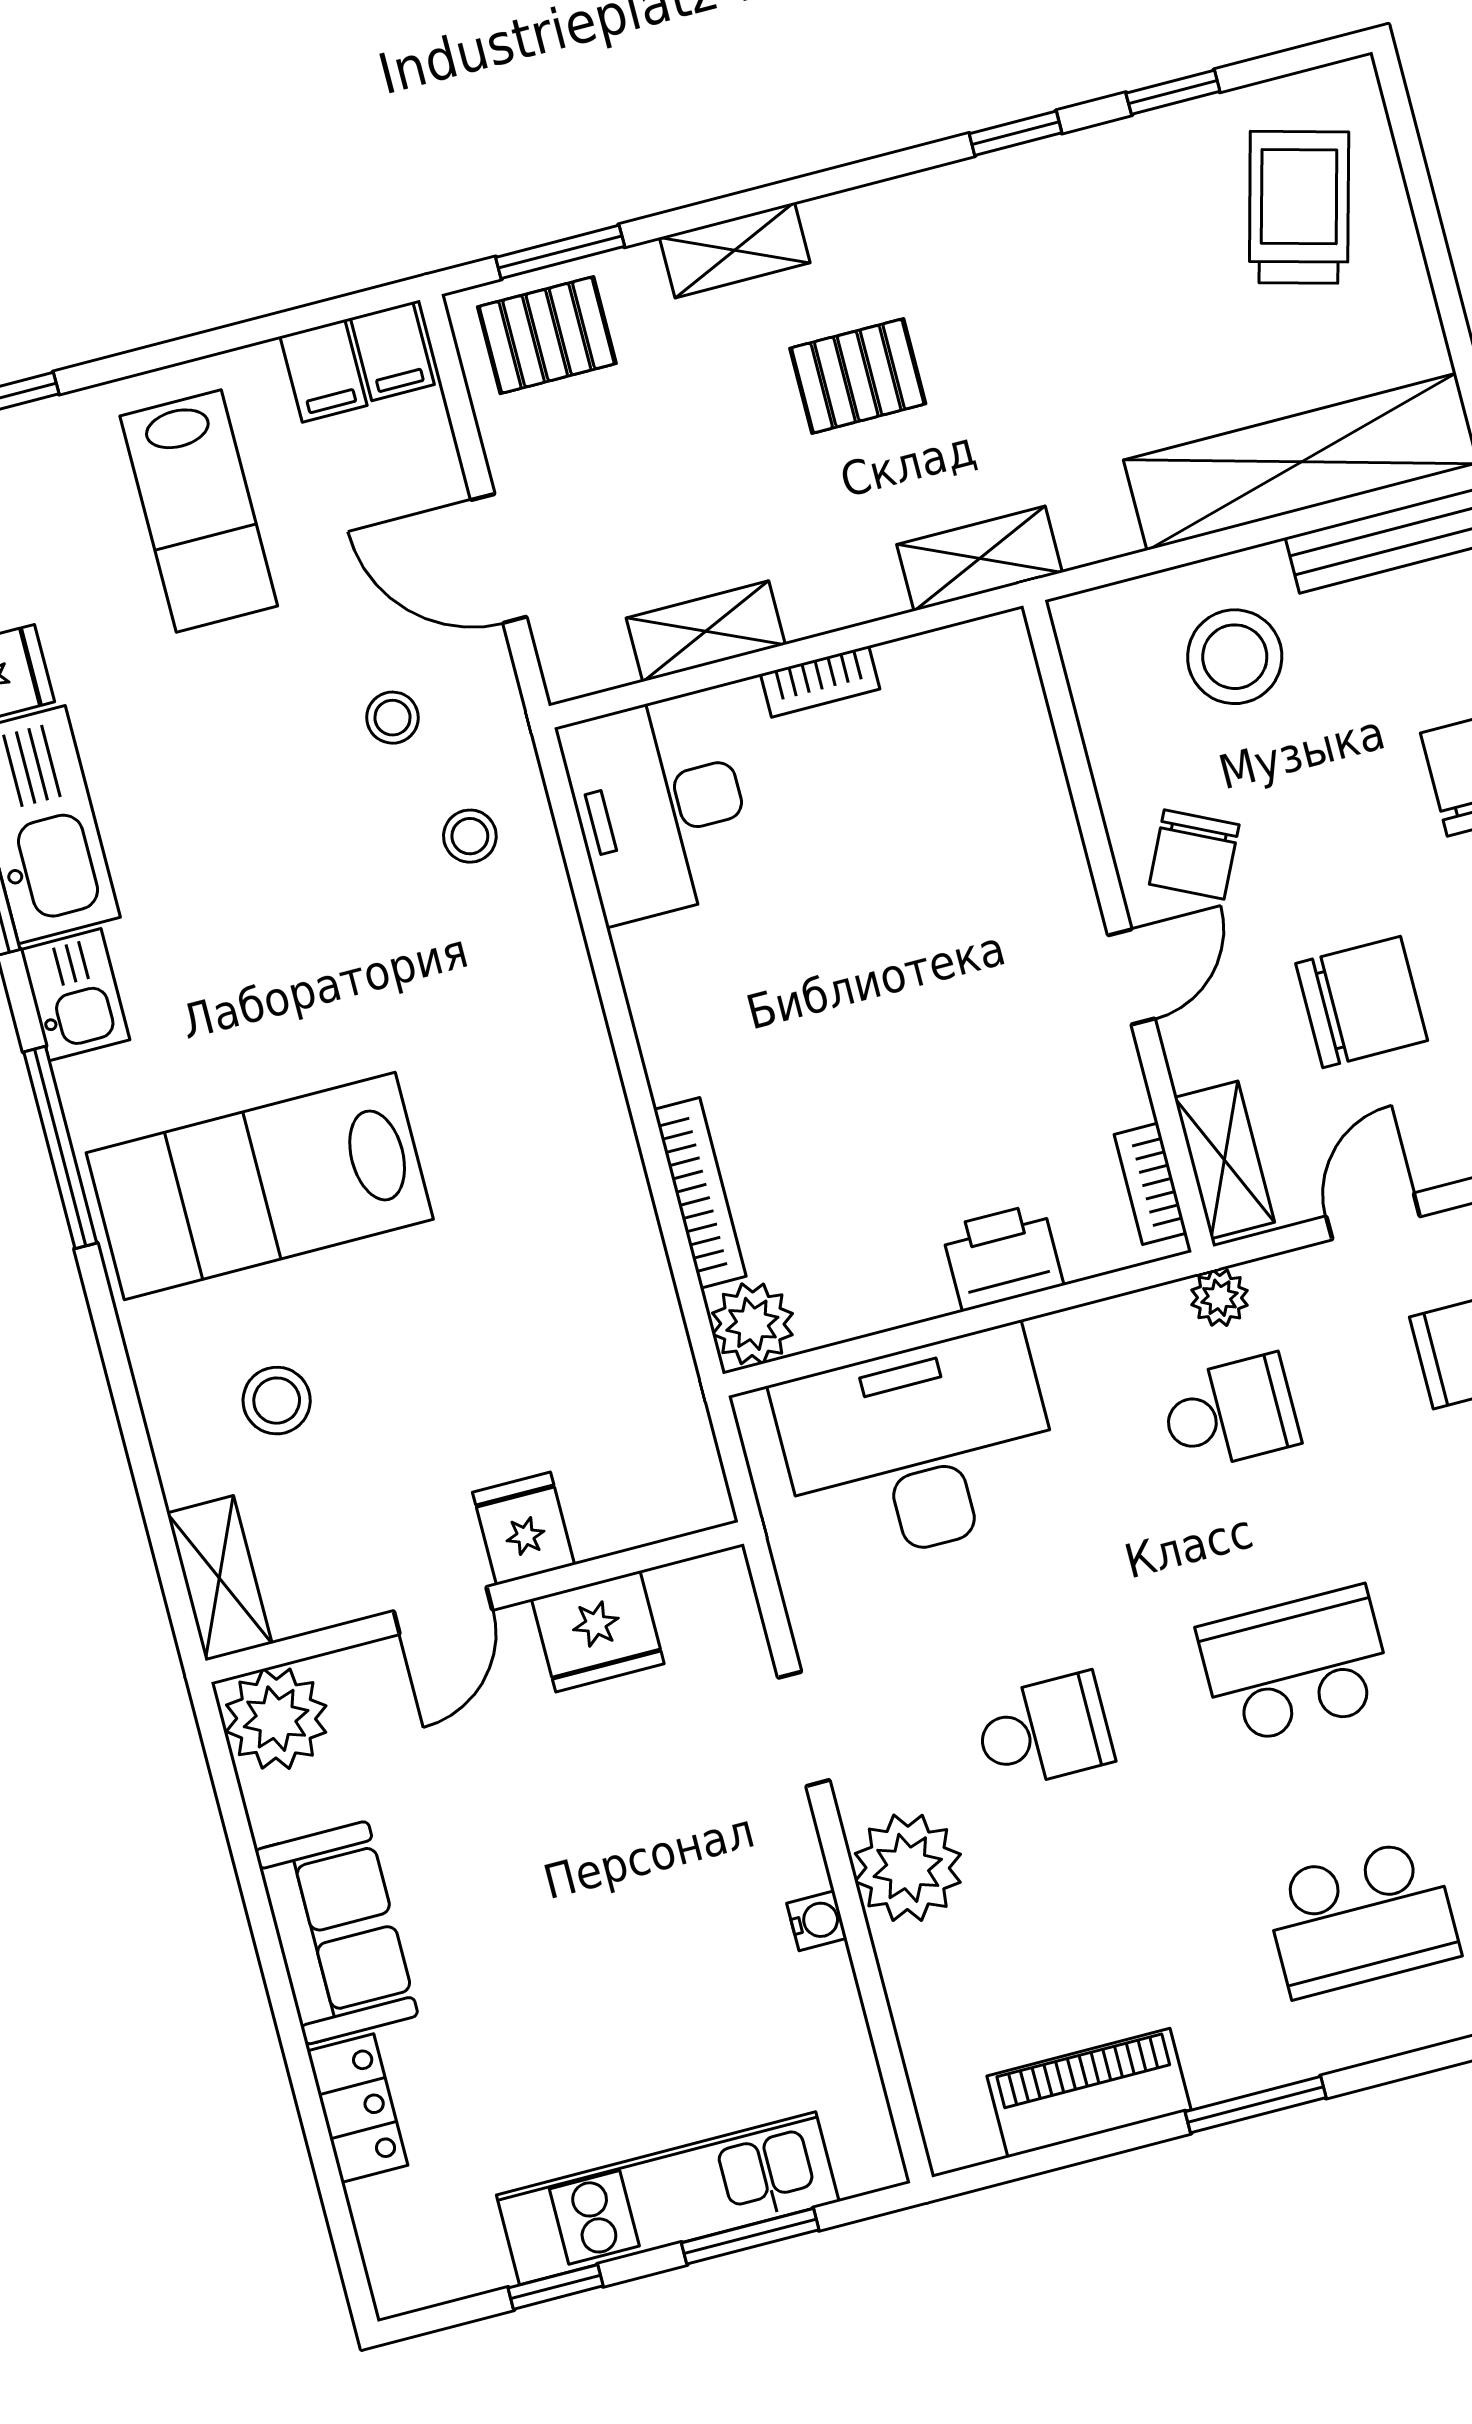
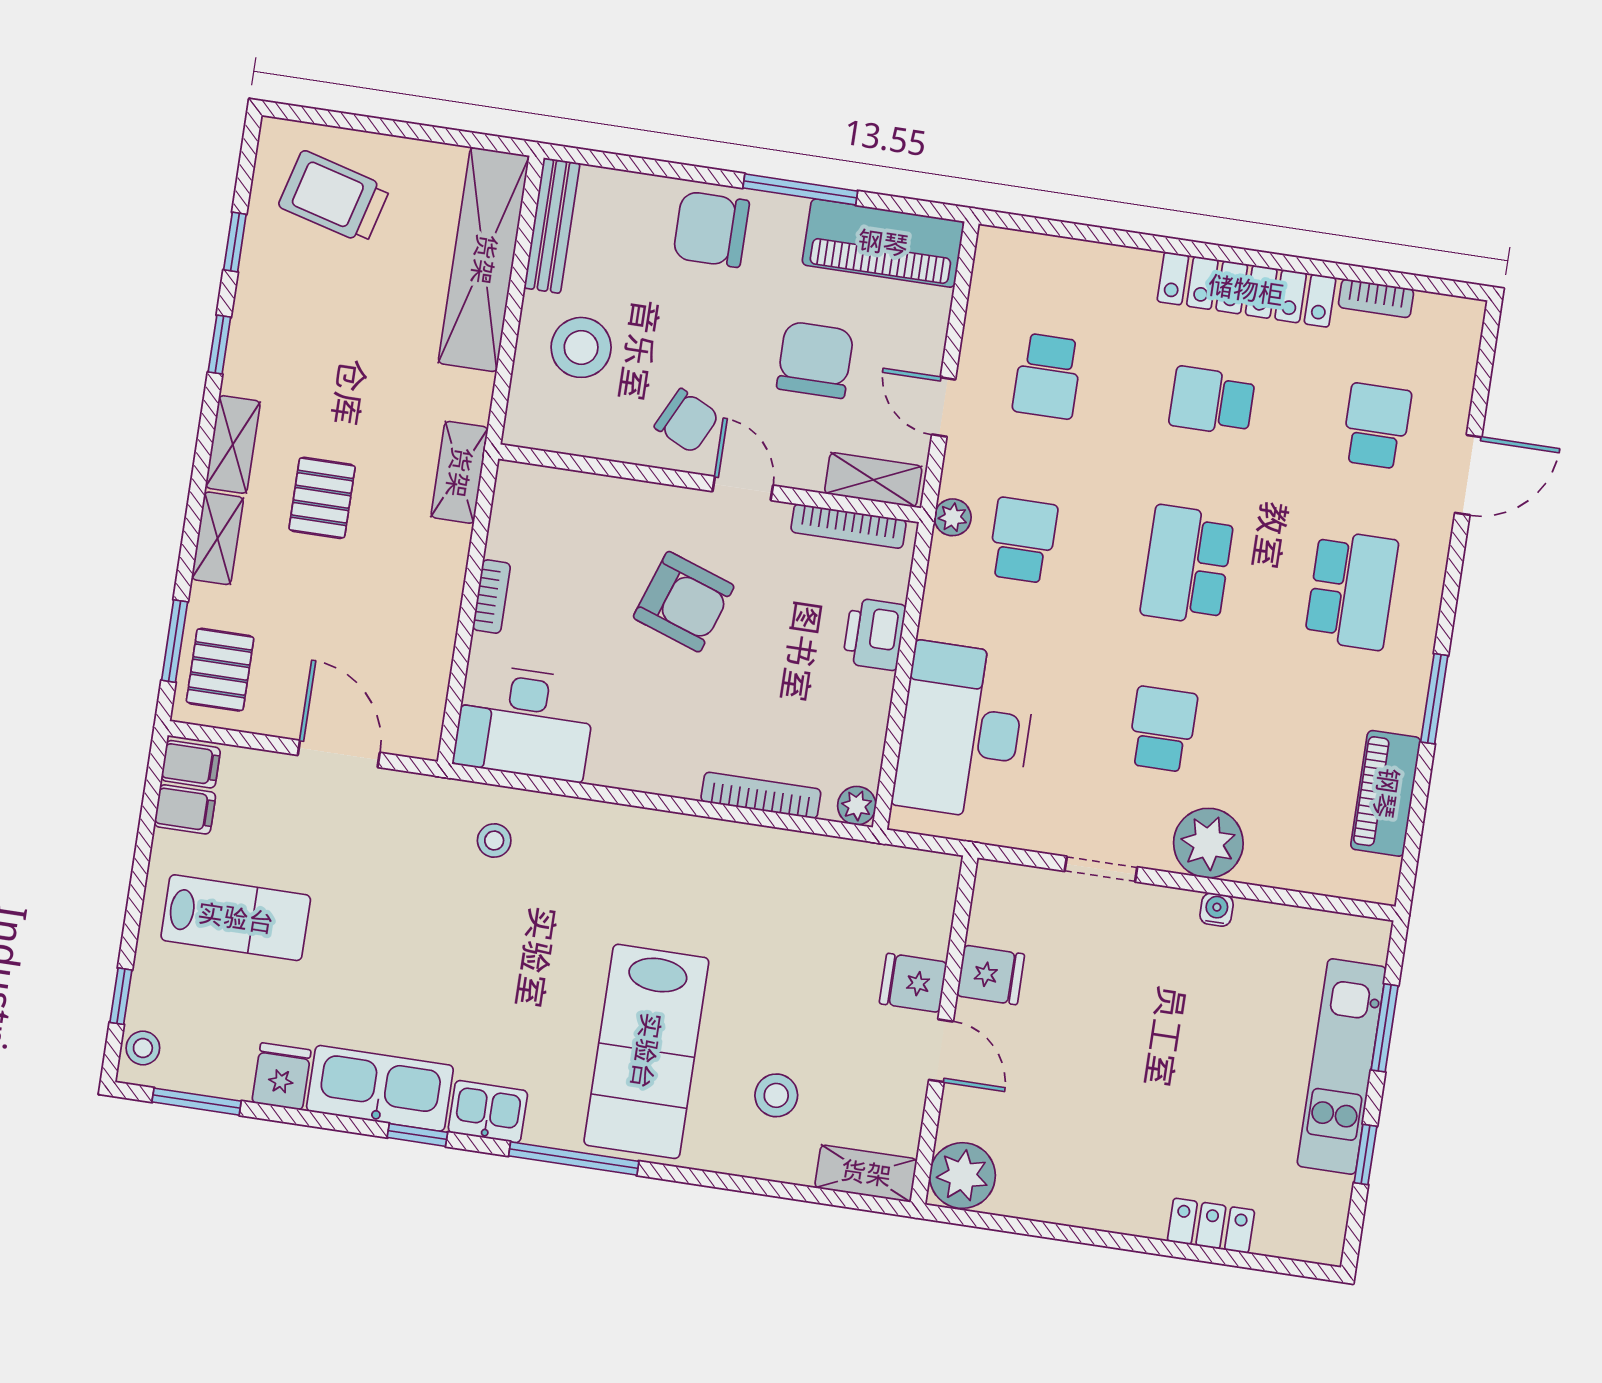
door: (499, 558) -> (339, 754), swing flipped
shelving: (706, 631) -> (233, 444), moved
stool: (393, 718) -> (405, 856), removed
armchair: (931, 962) -> (684, 602), added
bookcase: (1150, 1184) -> (848, 526), width x1.56
plant: (752, 1324) -> (857, 806), width x0.73, depth x0.73
fridge: (598, 1631) -> (991, 975), width x0.72
sofa: (337, 1933) -> (1103, 1194), removed

